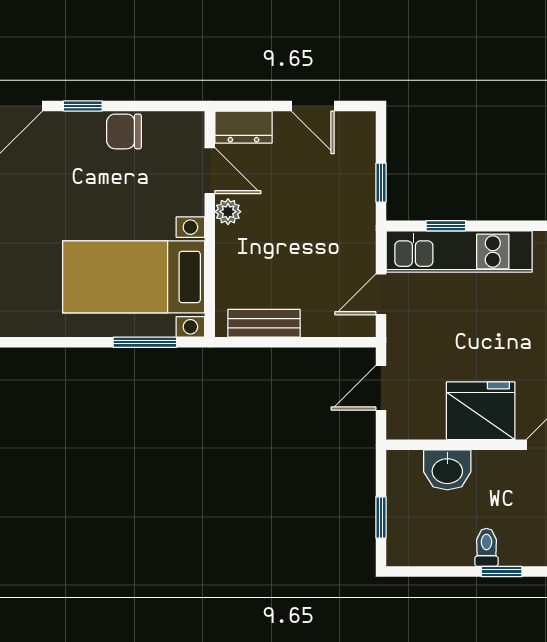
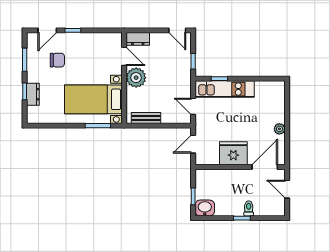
door: (313, 106) -> (177, 30), moved
chair: (124, 131) -> (57, 60), moved, turned 180
plant: (228, 212) -> (136, 78), width x1.88, depth x1.88
door: (381, 294) -> (193, 106), hinge flipped
washbasin: (447, 470) -> (205, 208), moved, turned 180
toilet: (486, 547) -> (249, 208), moved

